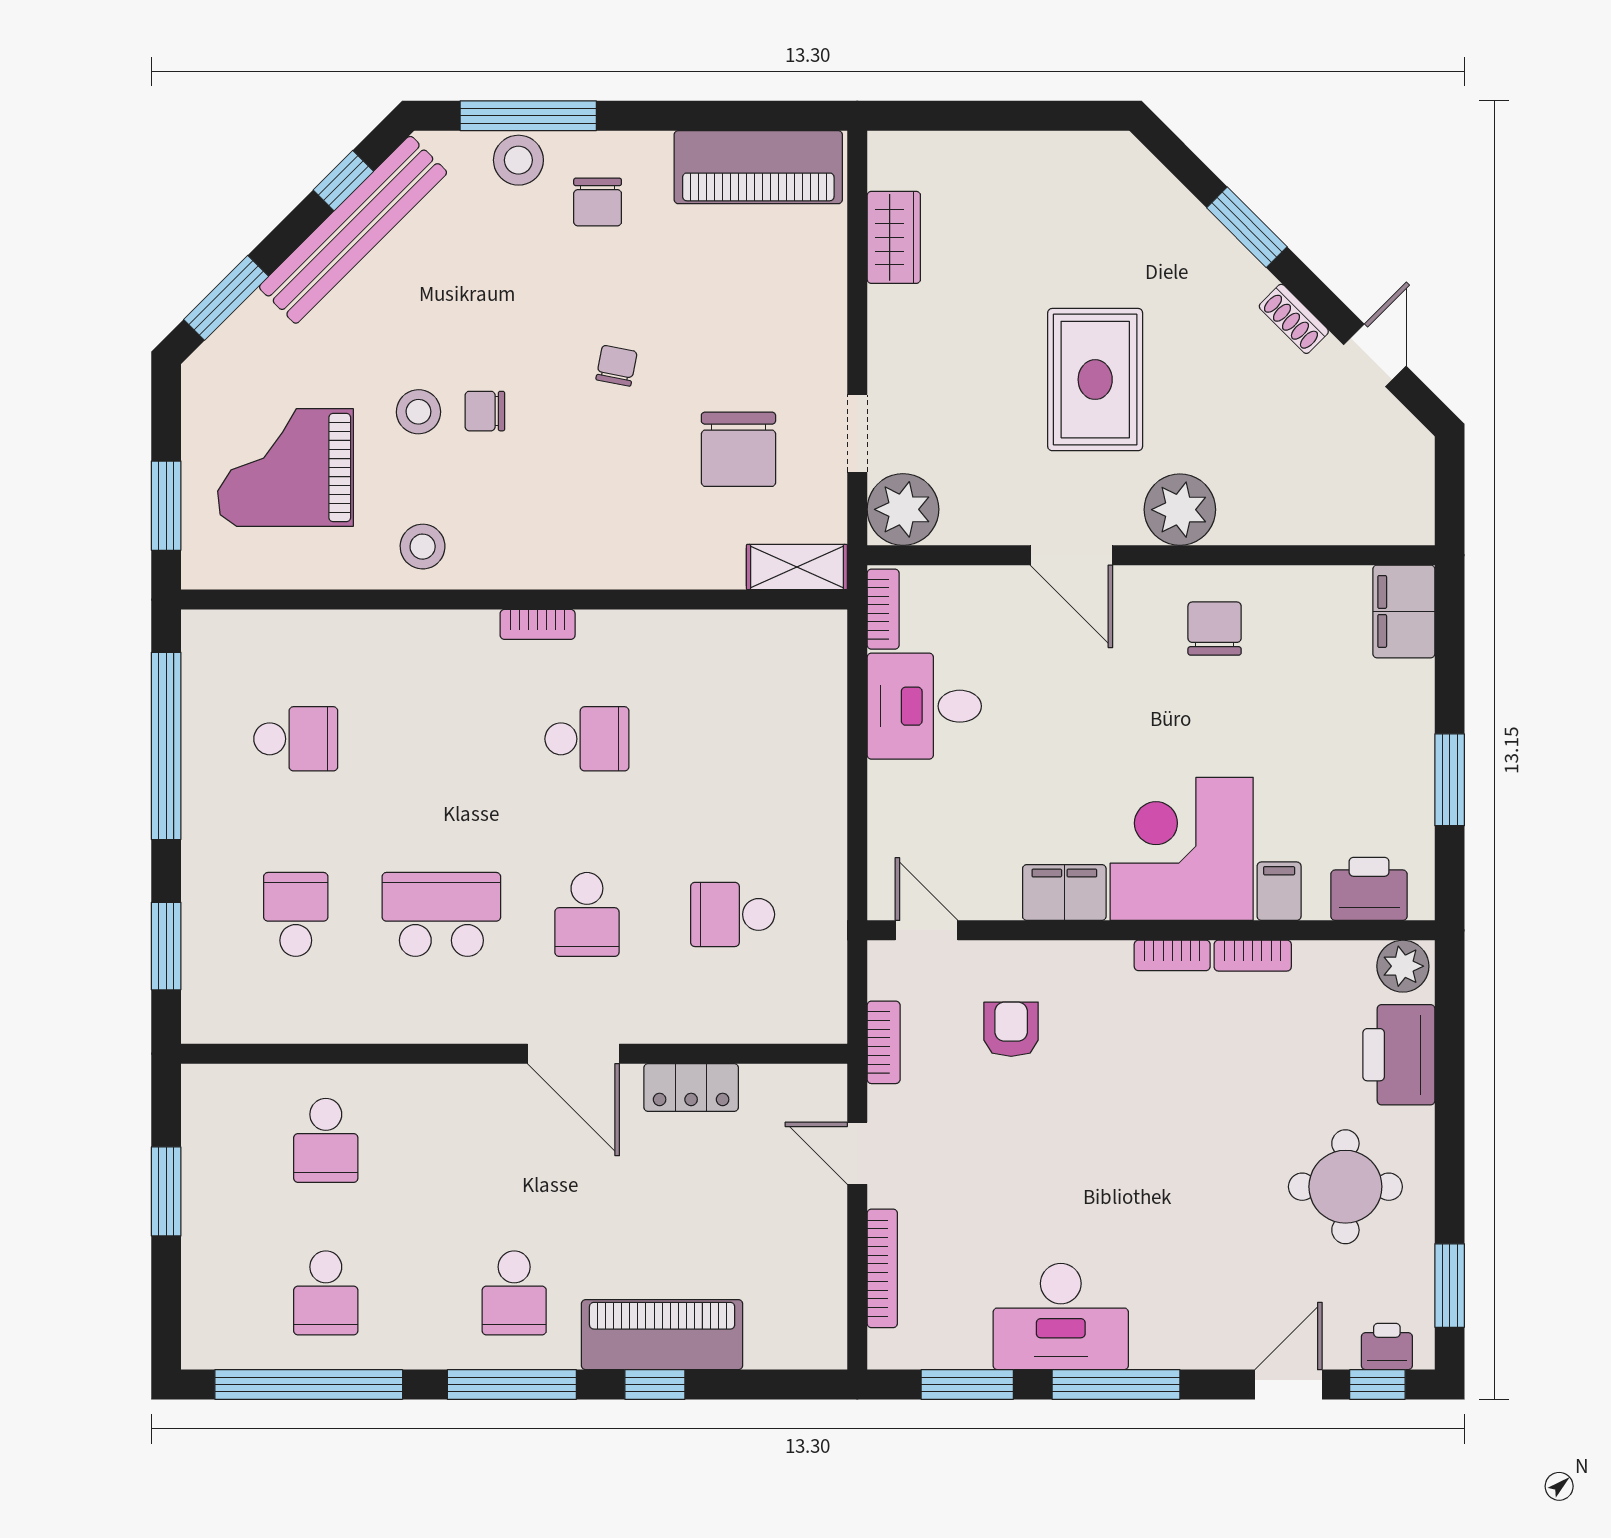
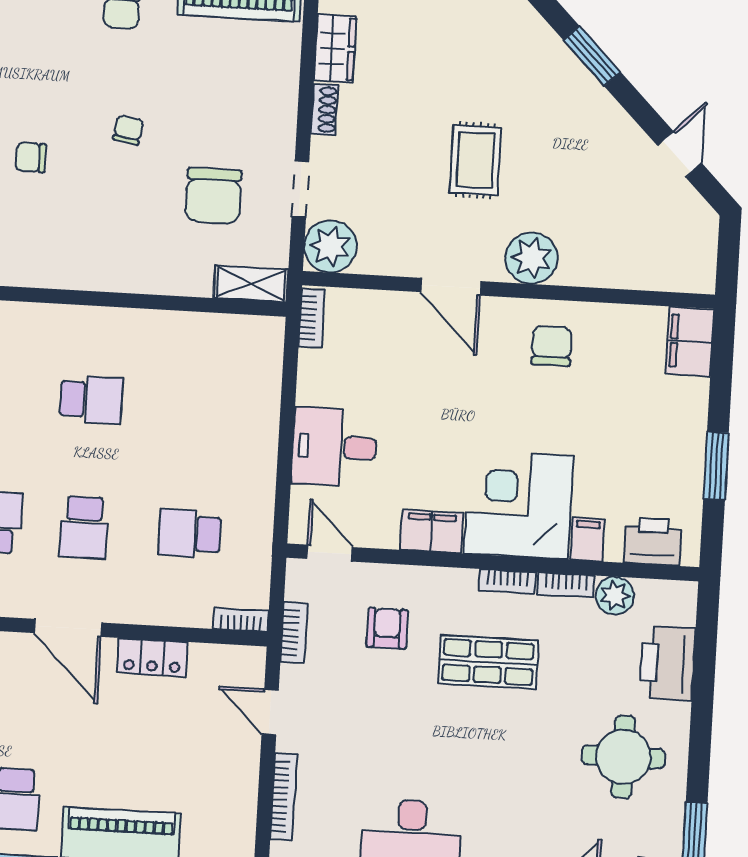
shoe rack: (1294, 319) -> (324, 109), moved, turned -135
rug: (1095, 380) -> (475, 160), width x0.73, depth x0.70
bookcase: (538, 624) -> (241, 620), moved, turned 180
desk: (924, 706) -> (334, 447), moved
plant: (1403, 966) -> (615, 596), moved
shop shelf: (1152, 1067) -> (488, 662), added

